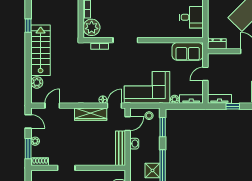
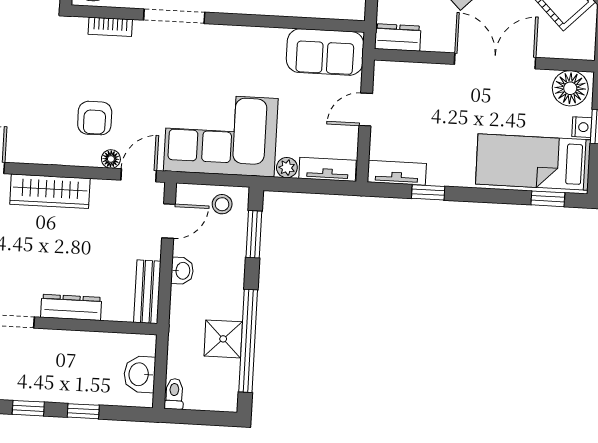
armchair: (95, 83) -> (95, 118), added
wardrobe: (91, 114) -> (50, 191), moved
bench: (121, 148) -> (147, 292), width x0.73
dresser: (90, 161) -> (71, 307), added

